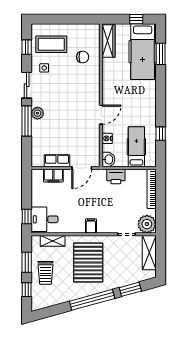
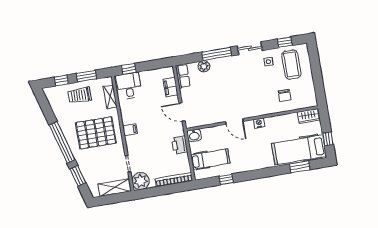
wardrobe: (109, 41) -> (308, 116), width x0.67
plant: (37, 113) -> (204, 66), moved
nightstand: (107, 138) -> (259, 123), moved
row of seats: (57, 161) -> (183, 76), moved

